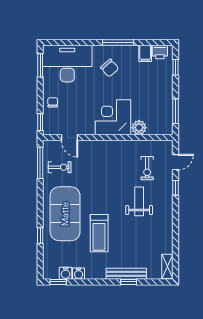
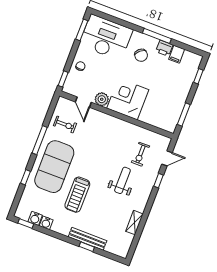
printer: (160, 52) -> (164, 48), moved
plant: (139, 128) -> (102, 99), moved
window: (40, 163) -> (40, 140), moved
shelving: (167, 266) -> (134, 223), moved

